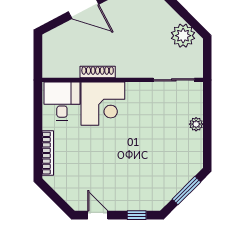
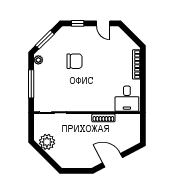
corner desk: (103, 104) -> (100, 97), removed
plant: (196, 124) -> (38, 60), moved
window: (207, 124) -> (31, 84), added
chair: (141, 158) -> (75, 61), added

